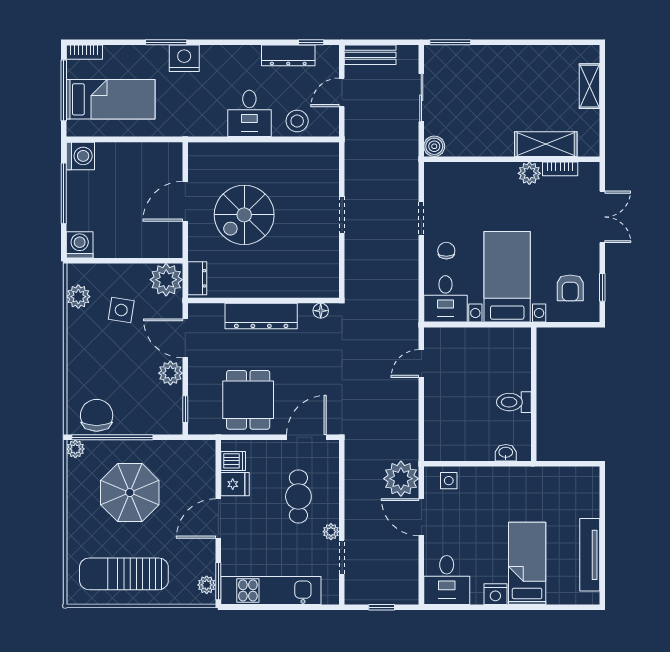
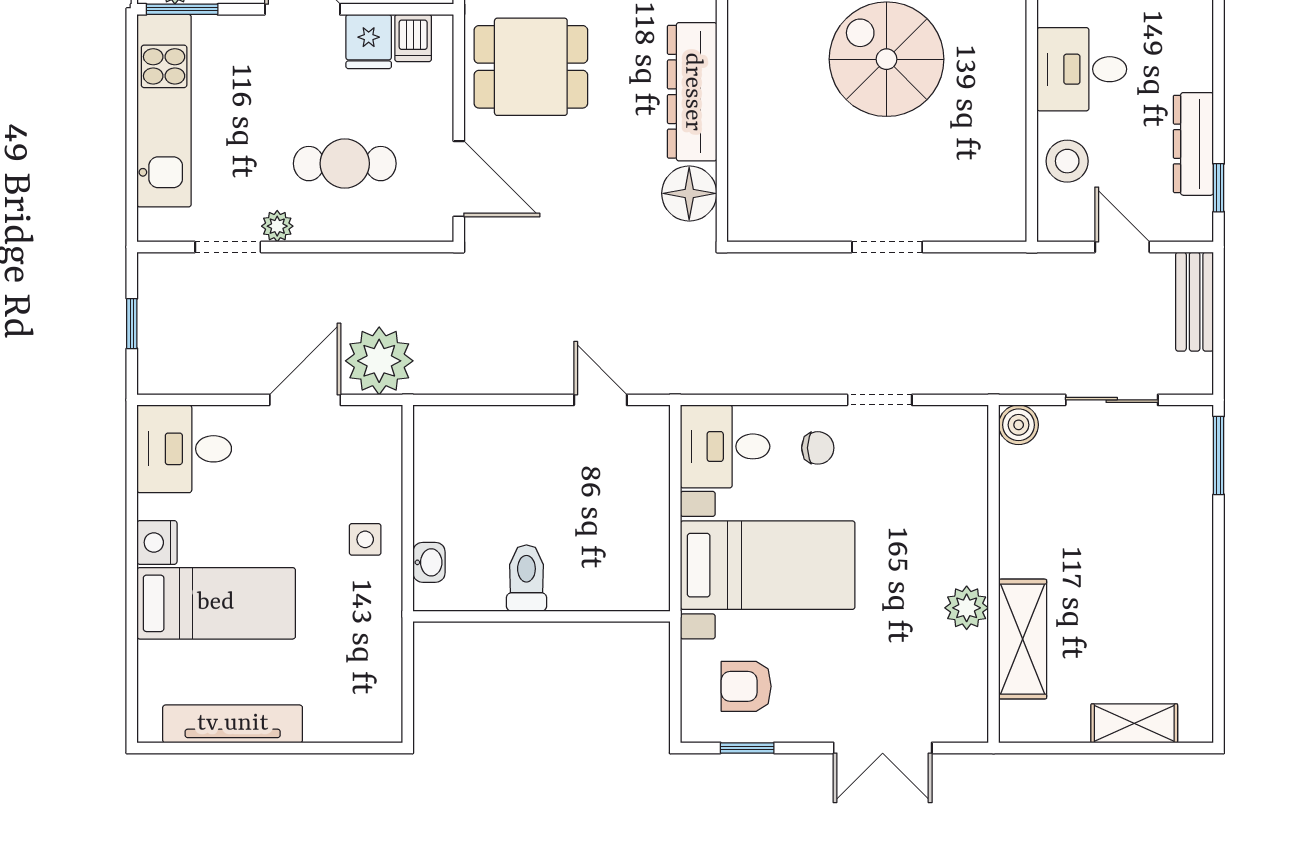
bookcase: (560, 169) -> (975, 667), removed
floor lamp: (321, 311) -> (689, 193), width x1.89, depth x1.89
side table: (449, 481) -> (365, 539), moved

